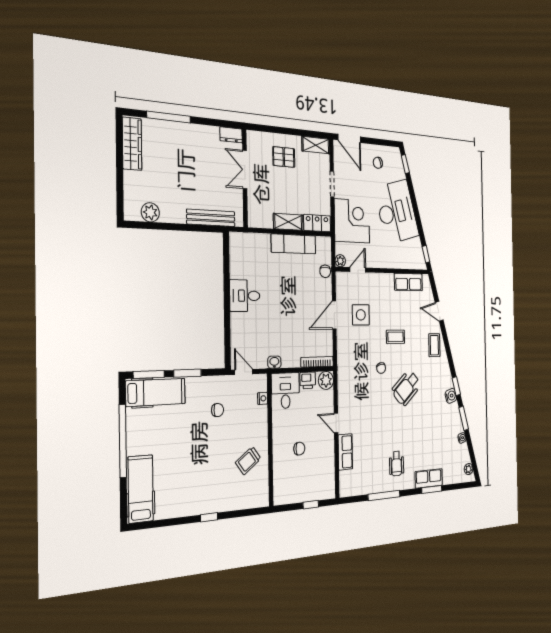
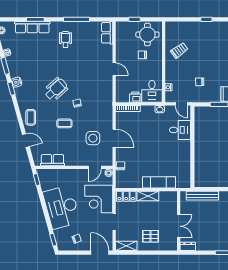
exam couch: (294, 244) -> (159, 182), moved
desk: (245, 296) -> (180, 130), moved
door: (334, 315) -> (114, 138), hinge flipped
plant: (326, 380) -> (121, 97), removed
row of seats: (345, 452) -> (107, 33), moved
row of seats: (429, 478) -> (32, 27), width x1.48
round table: (293, 482) -> (147, 35), added

